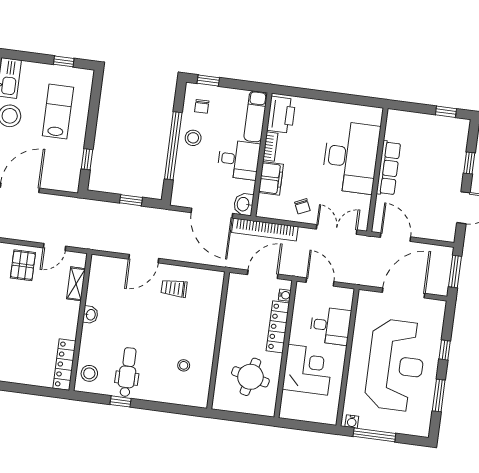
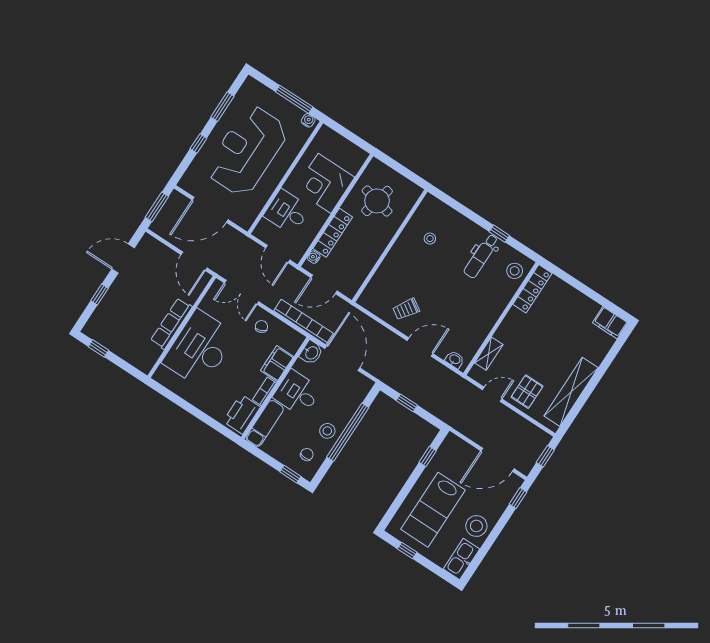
lab bench: (58, 111) -> (433, 510), width x1.36, depth x1.39
trolley: (174, 288) -> (406, 309), turned 123
washbasin: (90, 315) -> (455, 360), moved, turned 90

